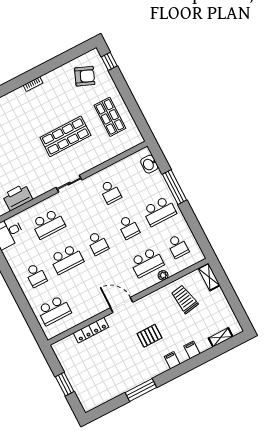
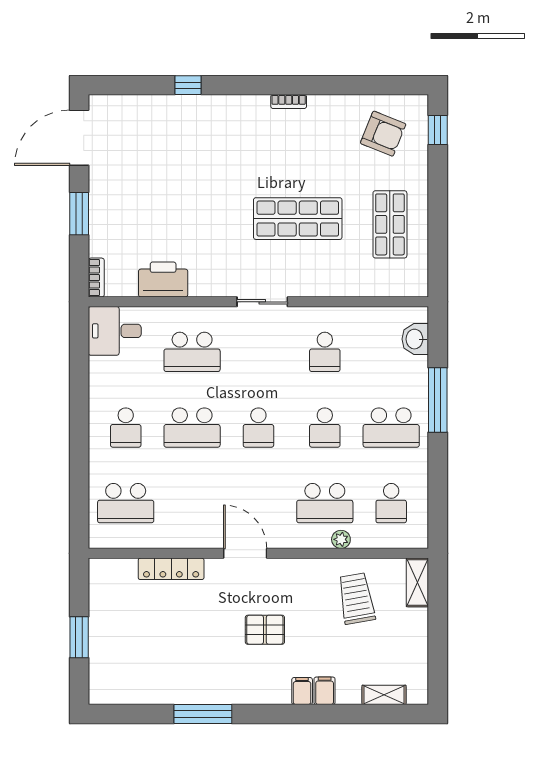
filing cabinet: (172, 360) -> (302, 691), moved

